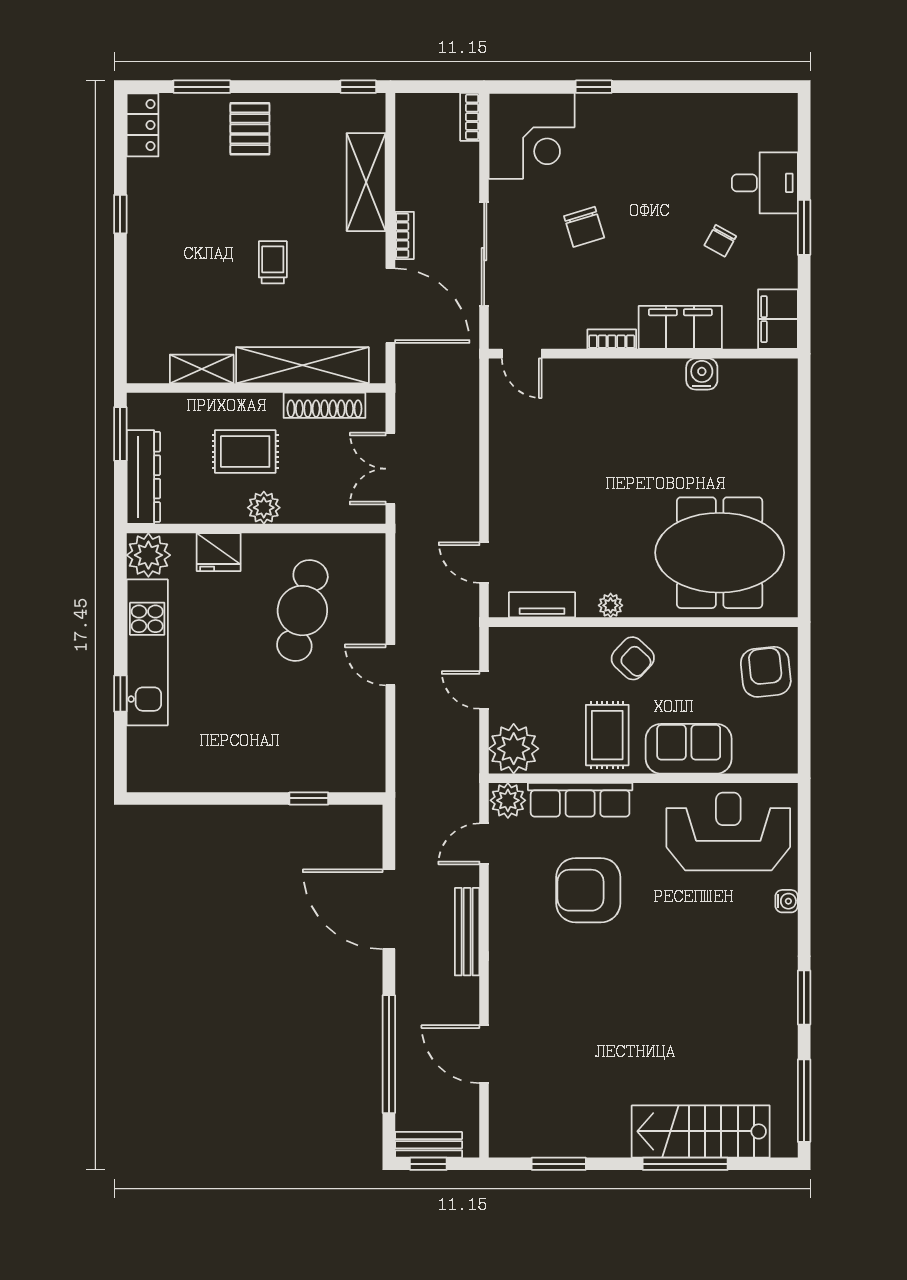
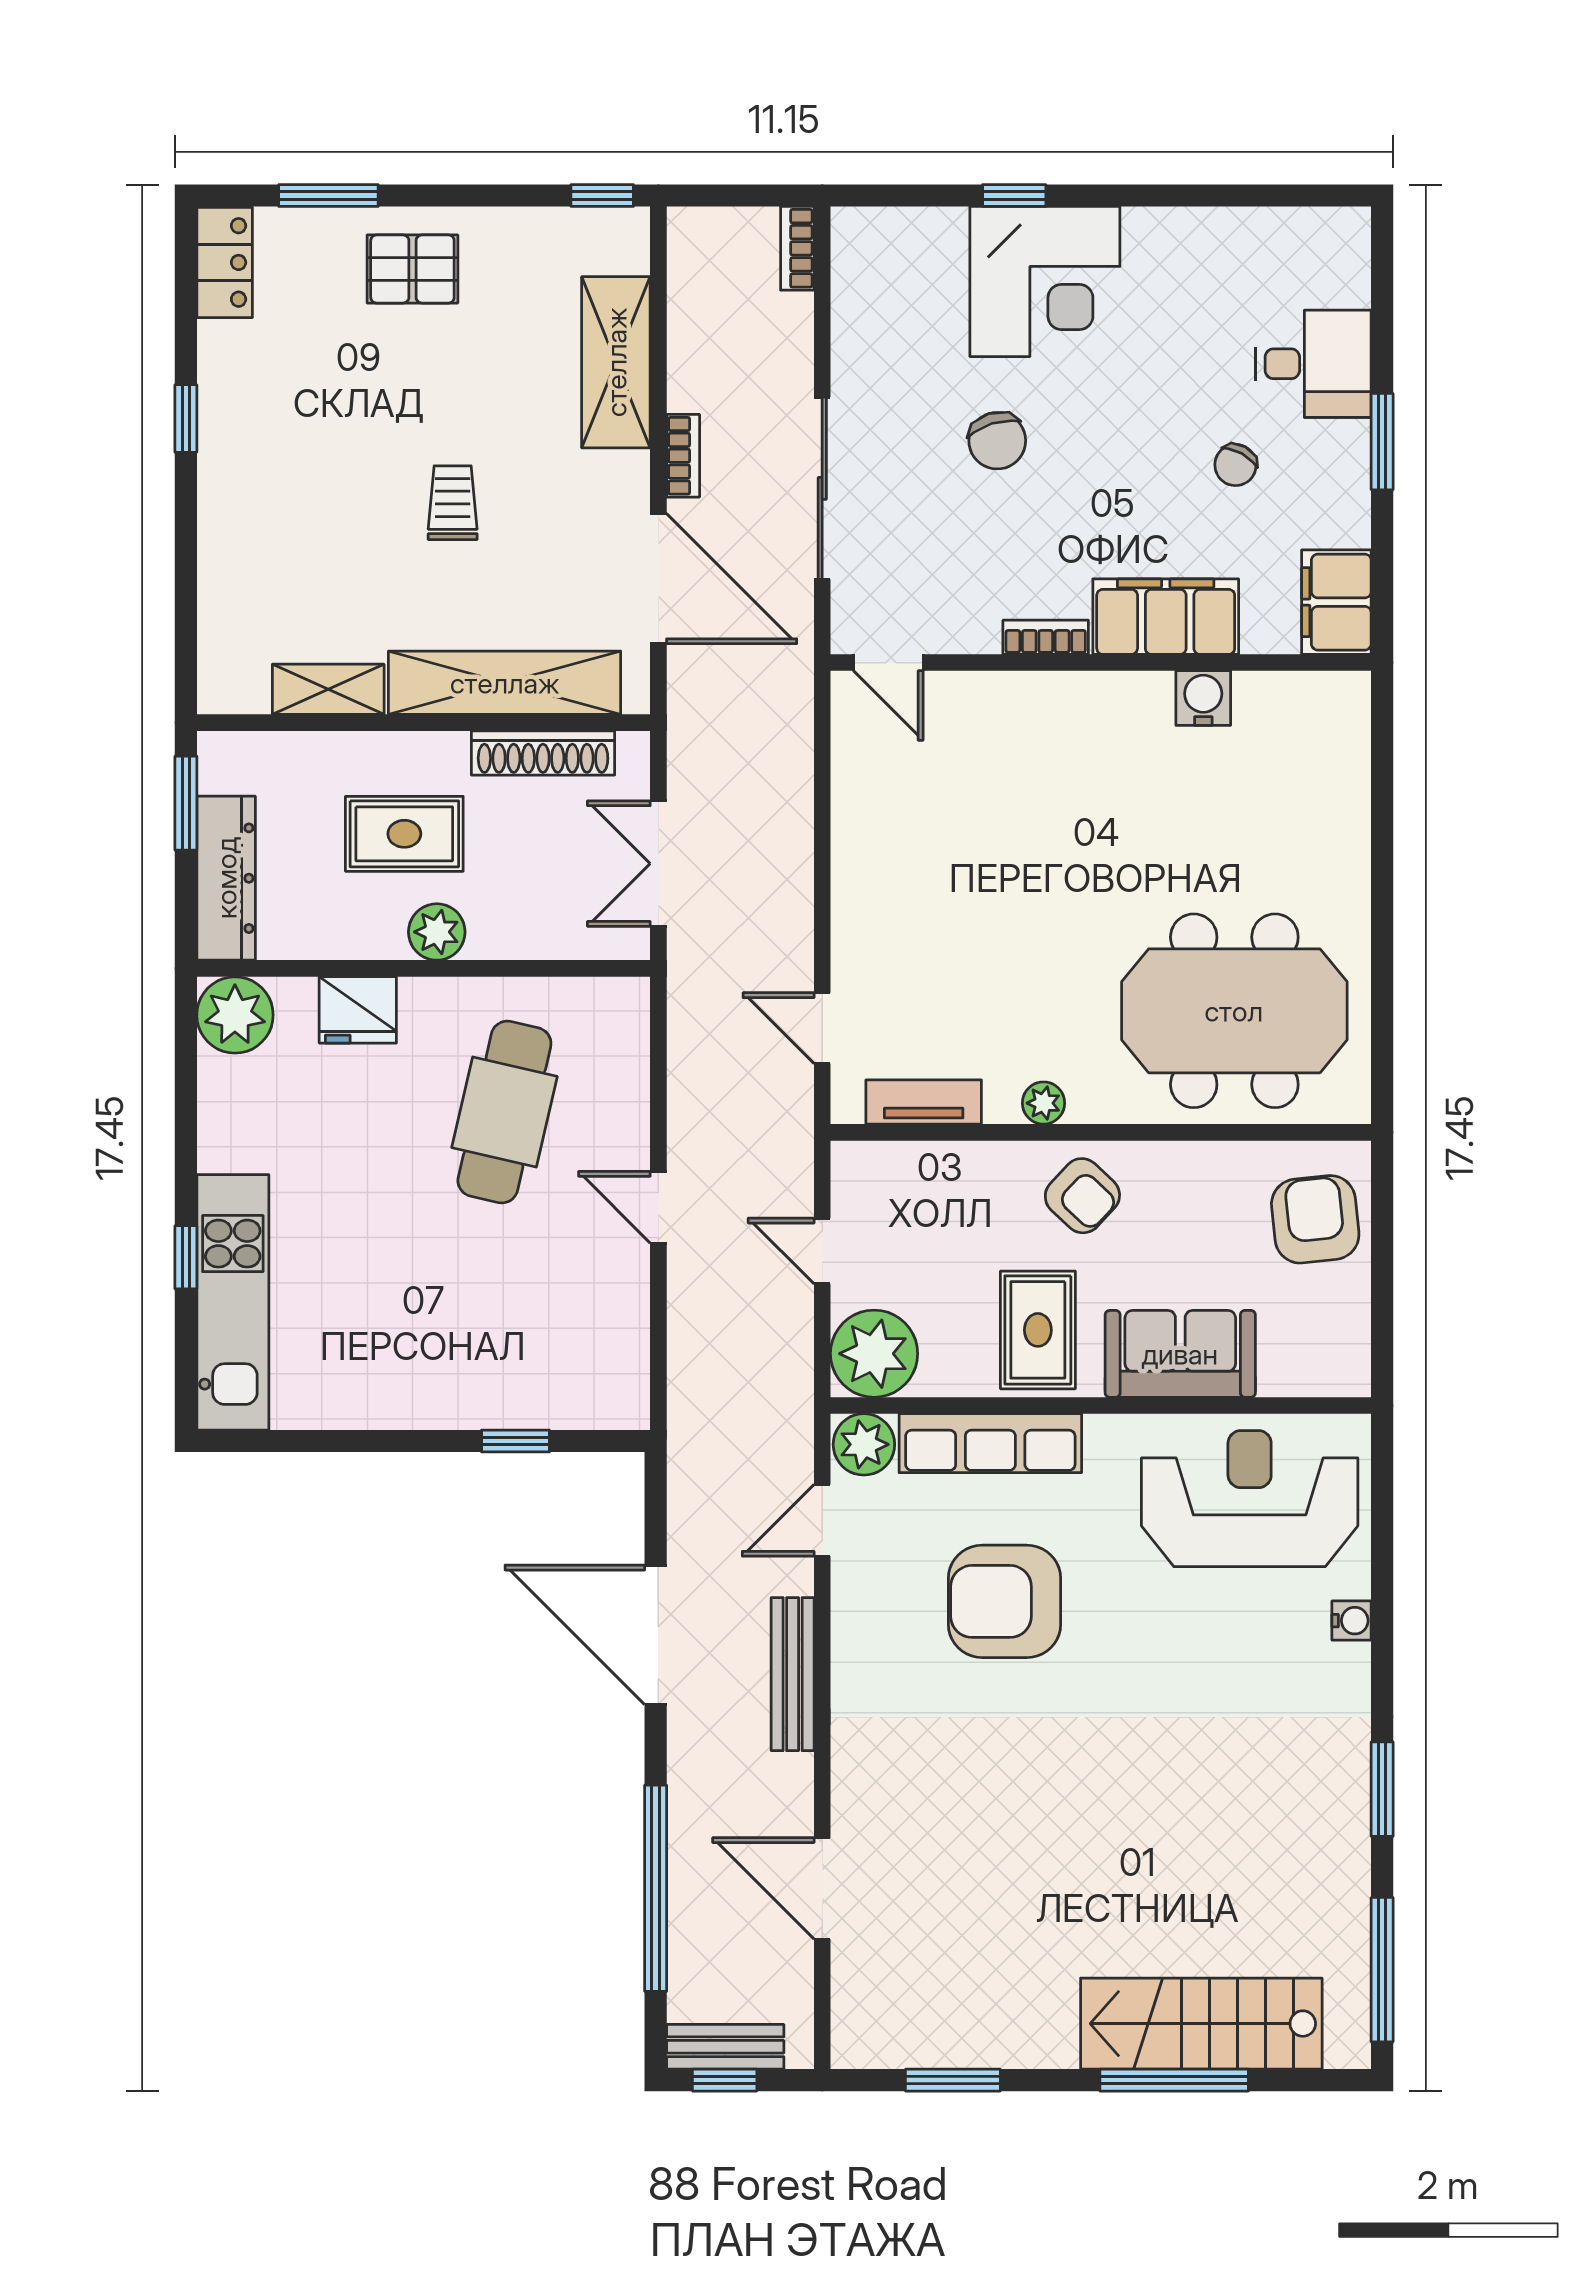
pallet: (250, 129) -> (412, 269), turned 90
corner desk: (532, 136) -> (1045, 281), moved
kitchen unit: (147, 652) -> (233, 1302), moved

